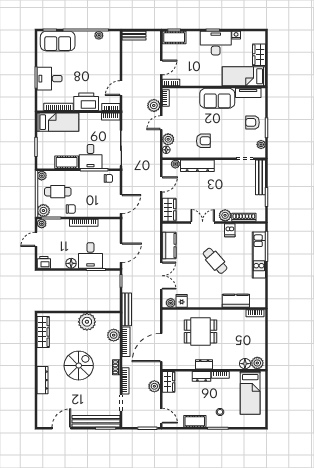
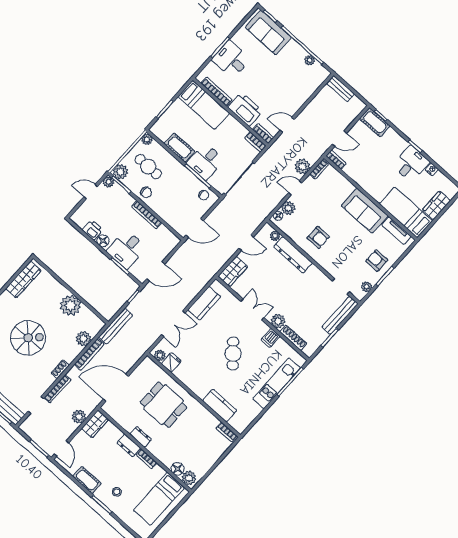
desk: (216, 43) -> (411, 164), width x0.73
printer: (44, 262) -> (93, 230), moved

